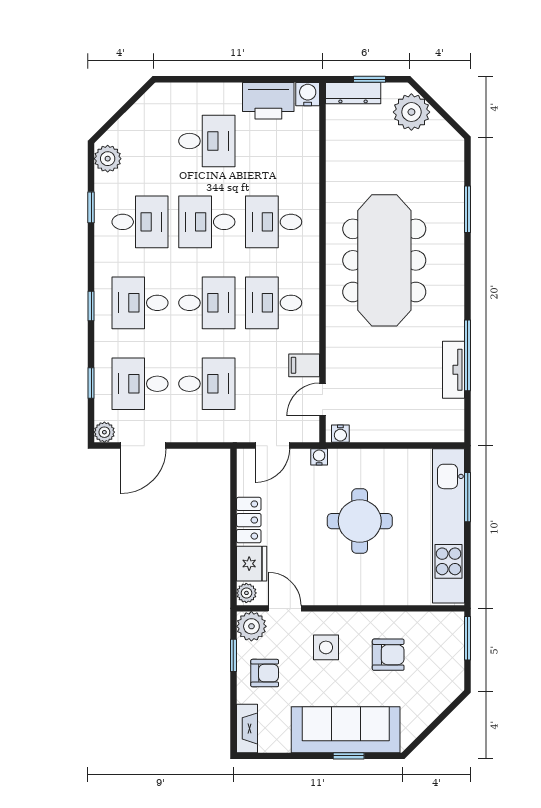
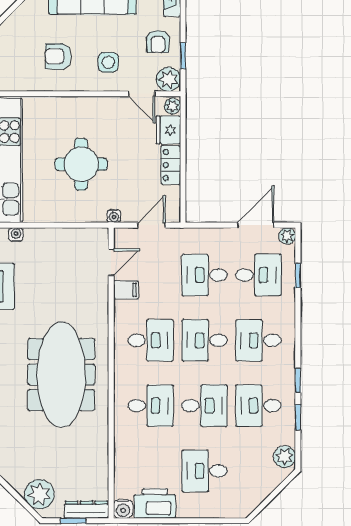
desk: (140, 303) -> (258, 340), turned 180
window: (91, 306) -> (298, 380), moved
water cooler: (340, 434) -> (16, 235), moved
armchair: (265, 673) -> (158, 42), turned -90

